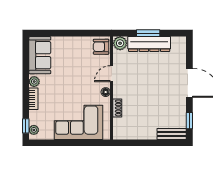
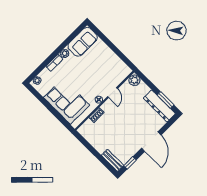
window: (148, 33) -> (165, 100), moved
dresser: (149, 44) -> (159, 106), moved
armchair: (101, 47) -> (122, 72), removed
door: (111, 74) -> (112, 93), swing flipped
window: (26, 126) -> (35, 74), removed

